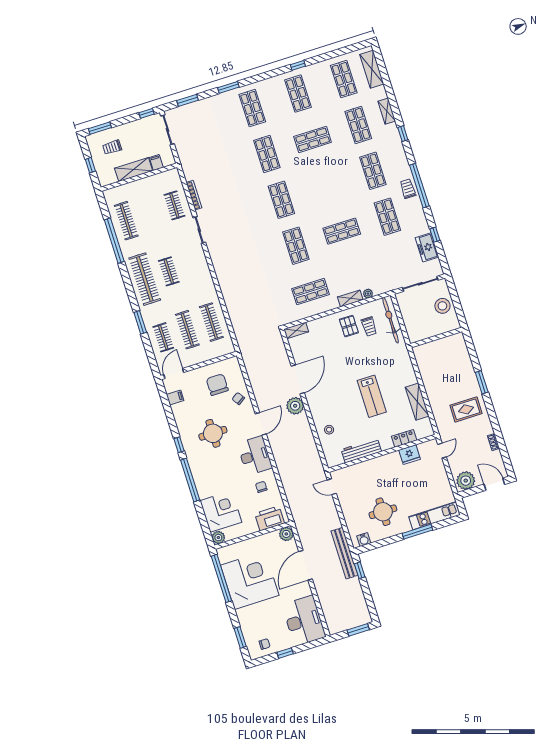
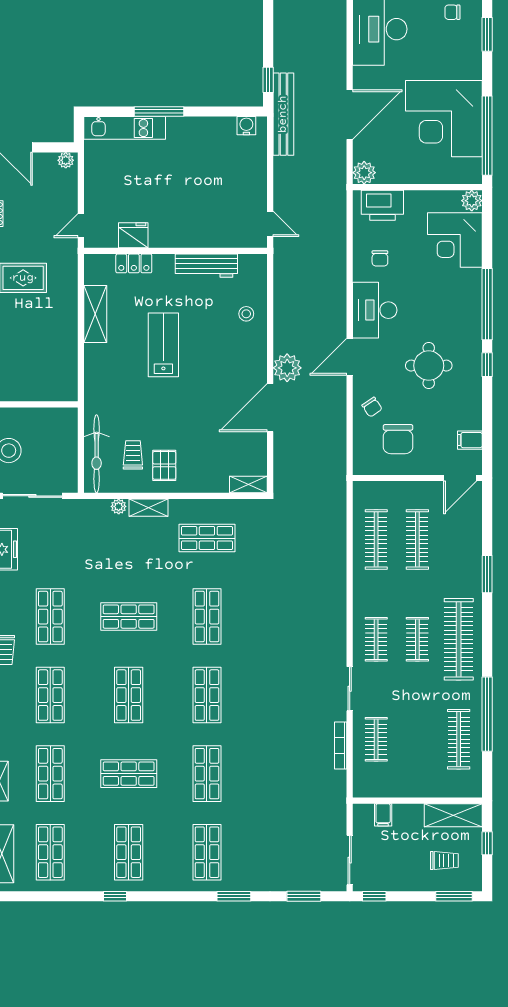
shelving: (134, 170) -> (453, 815), moved
shop shelf: (327, 185) -> (129, 695), added
clothes rail: (163, 337) -> (376, 639), moved
plant: (466, 481) -> (66, 160), width x0.53, depth x0.53
round table: (383, 512) -> (203, 160), removed

